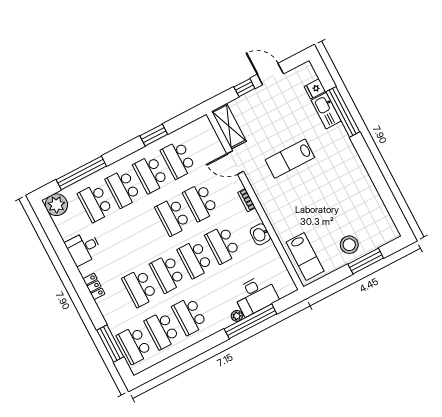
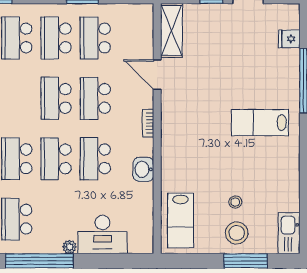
kitchen sink: (326, 111) -> (289, 233), moved
lab bench: (290, 159) -> (260, 123), moved
stool: (337, 223) -> (235, 202), added
window: (250, 321) -> (39, 261), moved

